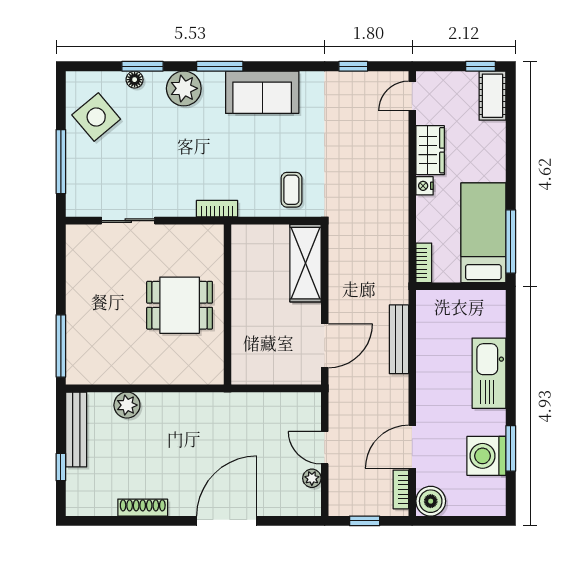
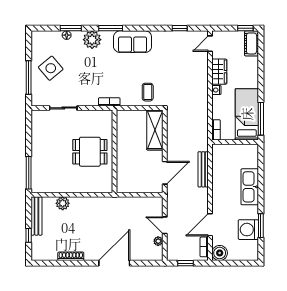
side table: (96, 117) -> (51, 68), moved

